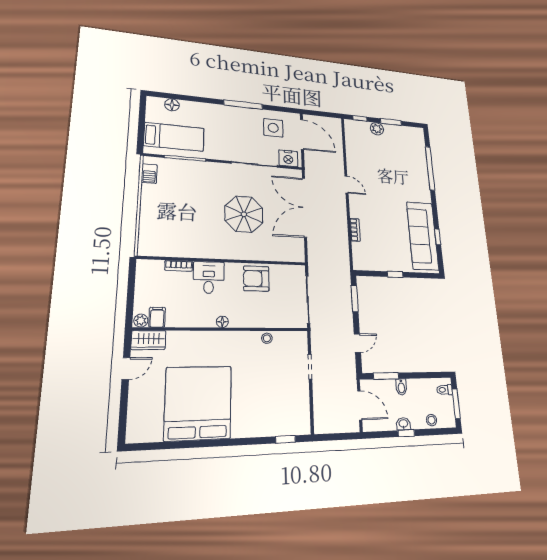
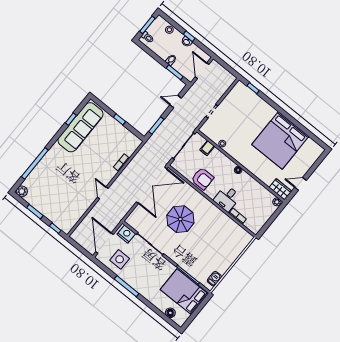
plant: (377, 129) -> (22, 191), moved
bed: (174, 137) -> (184, 292), width x1.50
double door: (305, 207) -> (152, 185), moved
filing cabinet: (157, 317) -> (207, 148), moved

